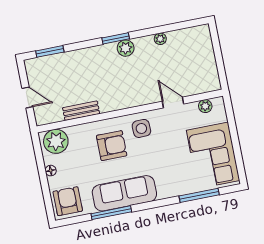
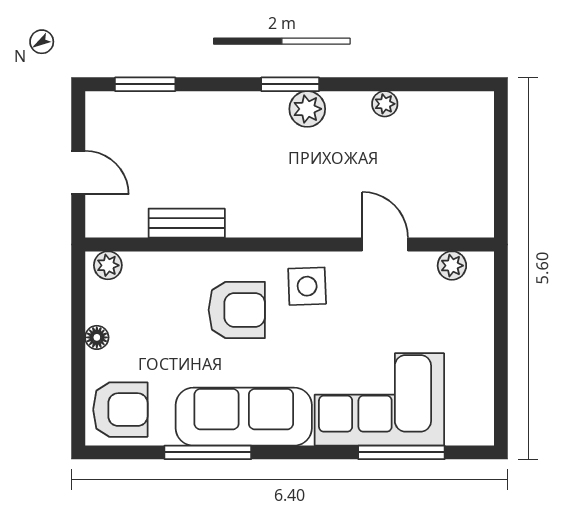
plant: (56, 141) -> (108, 265), width x0.53, depth x0.53
corner sofa: (213, 155) -> (379, 399), moved, turned 90
armchair: (68, 201) -> (120, 410), turned 90

